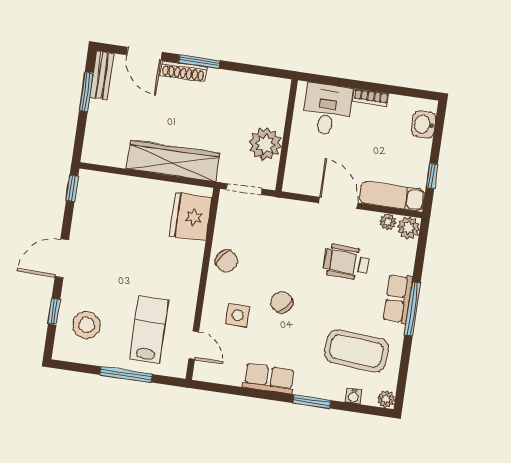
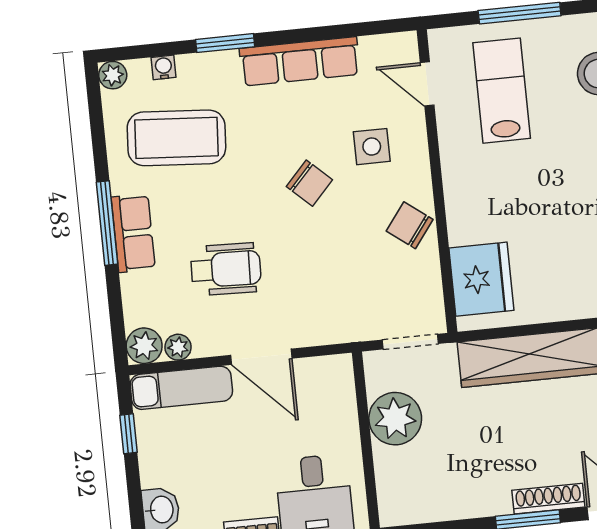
lab bench: (149, 330) -> (502, 91), turned 180
row of seats: (269, 379) -> (300, 61), width x1.48

